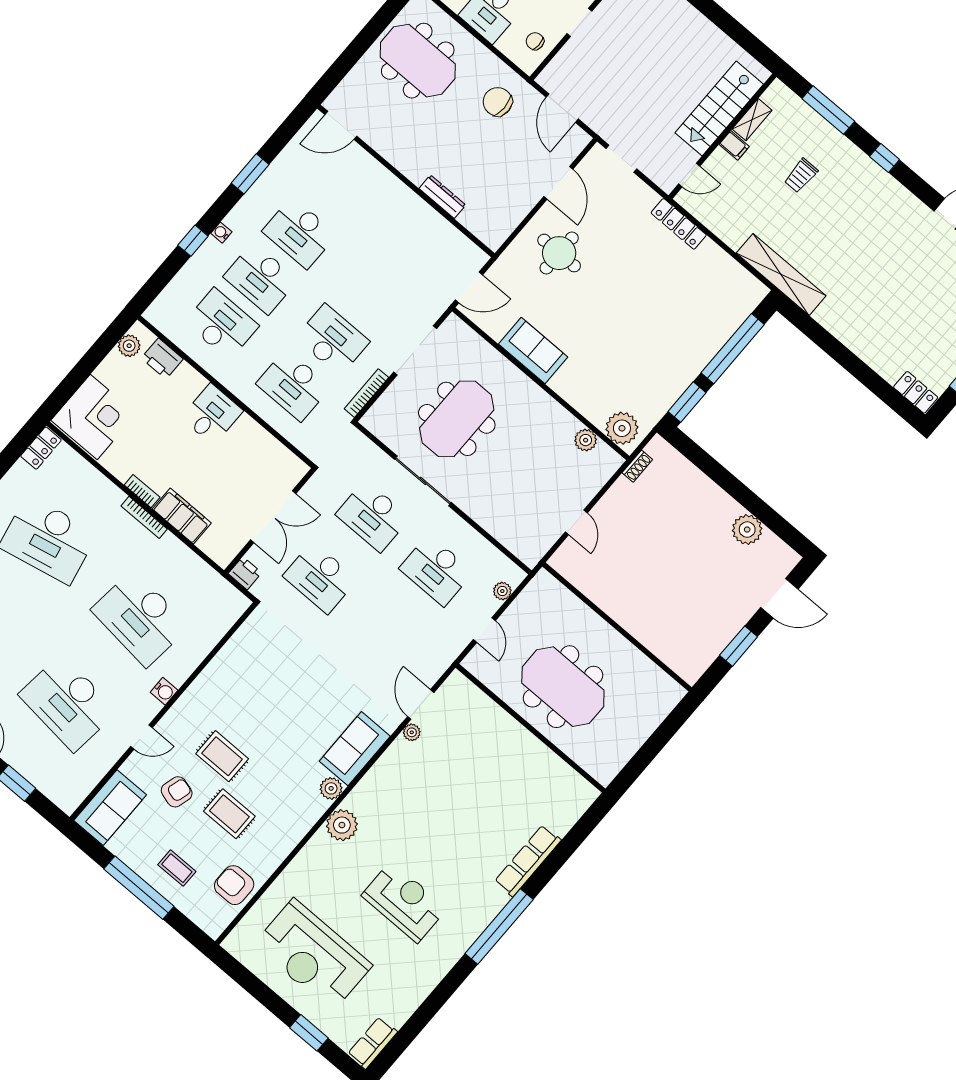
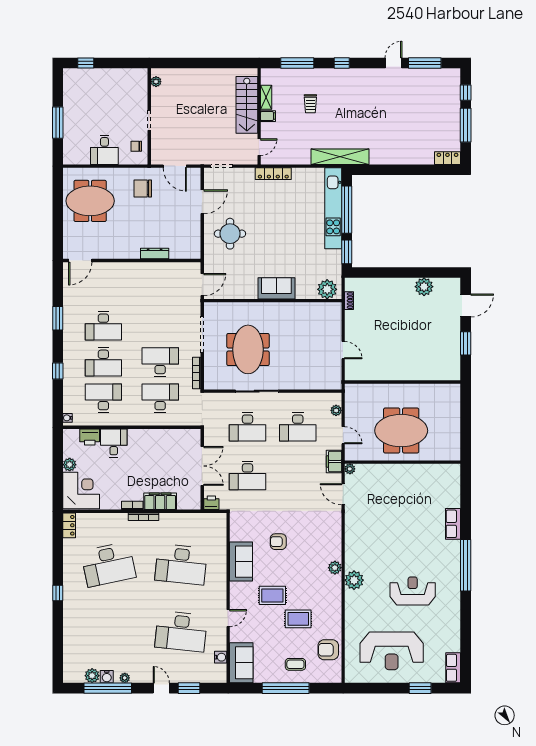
door: (558, 183) -> (202, 202), hinge flipped
water cooler: (221, 233) -> (67, 418), moved
kitchen unit: (717, 332) -> (333, 208), added
plant: (129, 346) -> (70, 465), moved
sofa: (533, 350) -> (276, 288), moved
desk: (293, 385) -> (160, 398), turned 180
desk: (212, 414) -> (114, 443), moved
plant: (586, 440) -> (315, 309), removed
filing cabinet: (445, 653) -> (334, 461), added
water cooler: (164, 691) -> (221, 657), moved
plant: (412, 732) -> (350, 469), moved
sofa: (355, 749) -> (241, 562), moved, turned 180
armchair: (177, 792) -> (278, 542), moved, turned -106
row of seats: (528, 861) -> (453, 524), width x0.68

